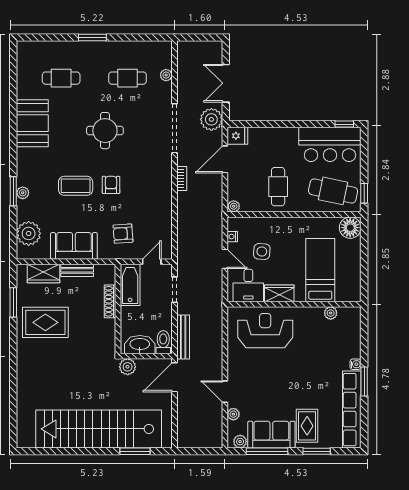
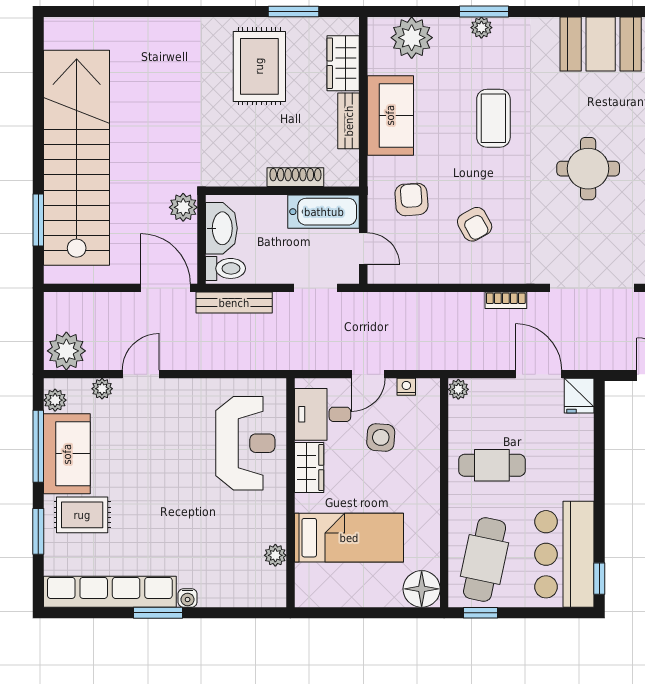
plant: (211, 119) -> (66, 351), moved
armchair: (111, 185) -> (475, 224), moved, turned 61

